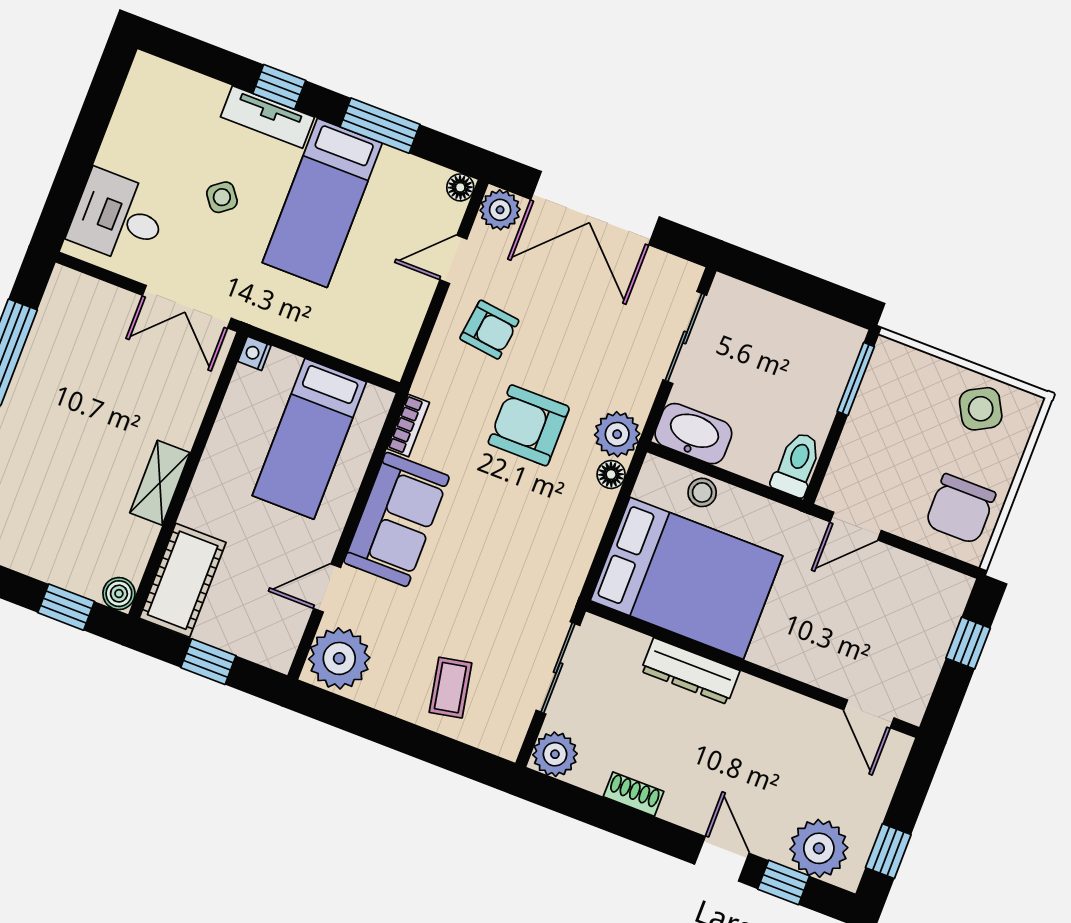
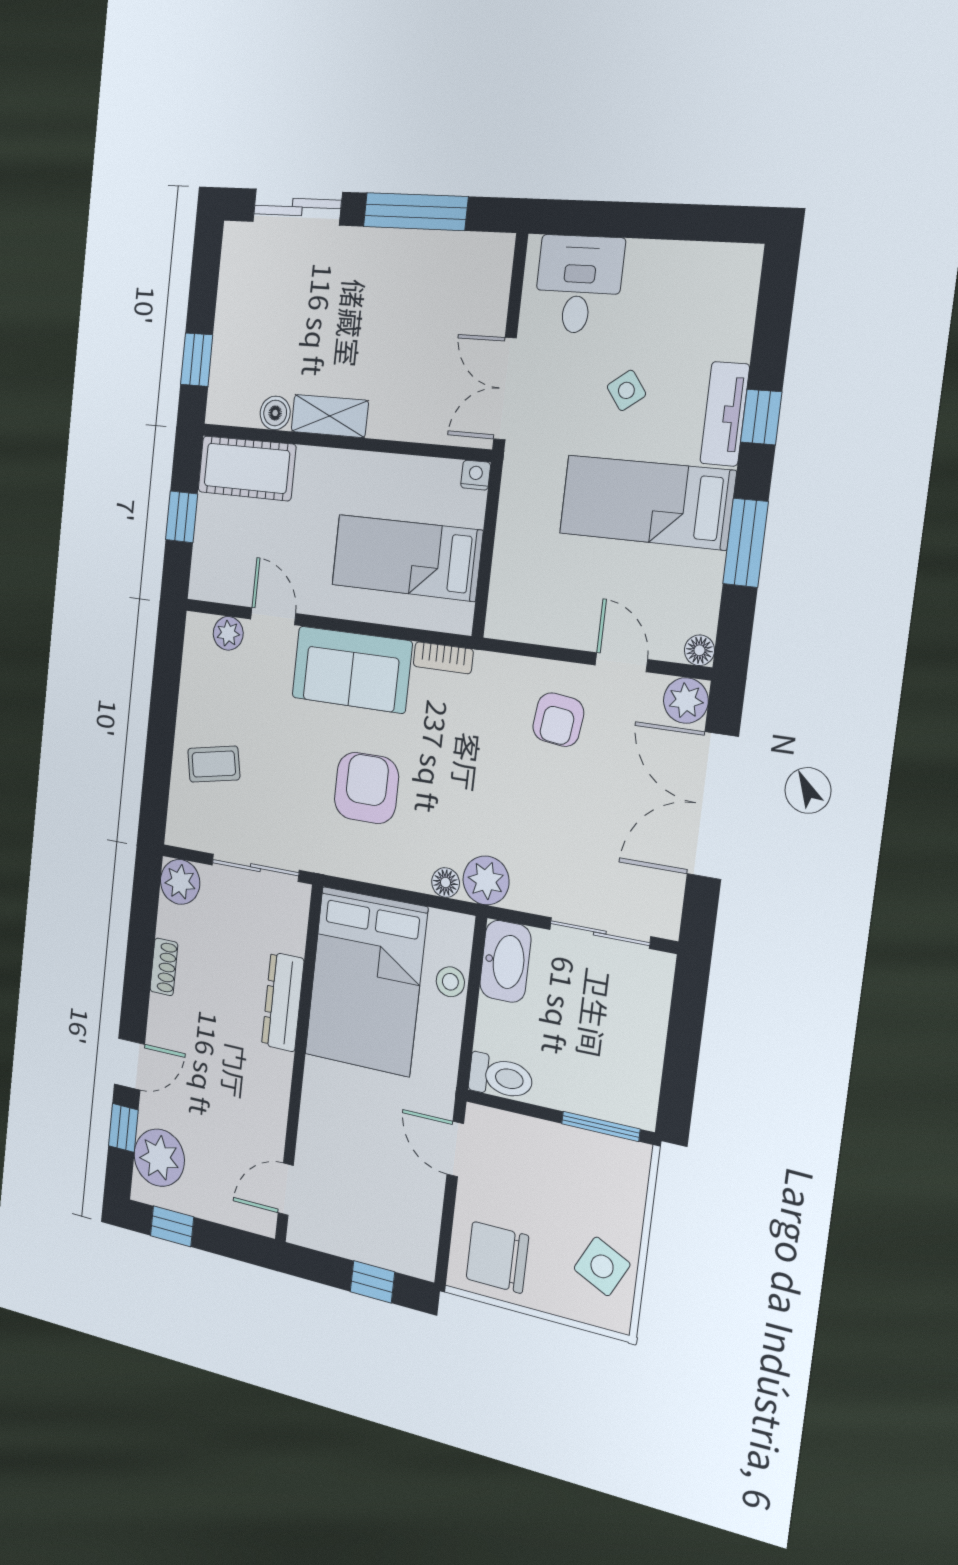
side table: (981, 409) -> (602, 1266), turned -35
armchair: (529, 425) -> (366, 788), moved
boiler: (119, 594) -> (275, 413), moved
plant: (339, 658) -> (228, 633), width x0.53, depth x0.53

